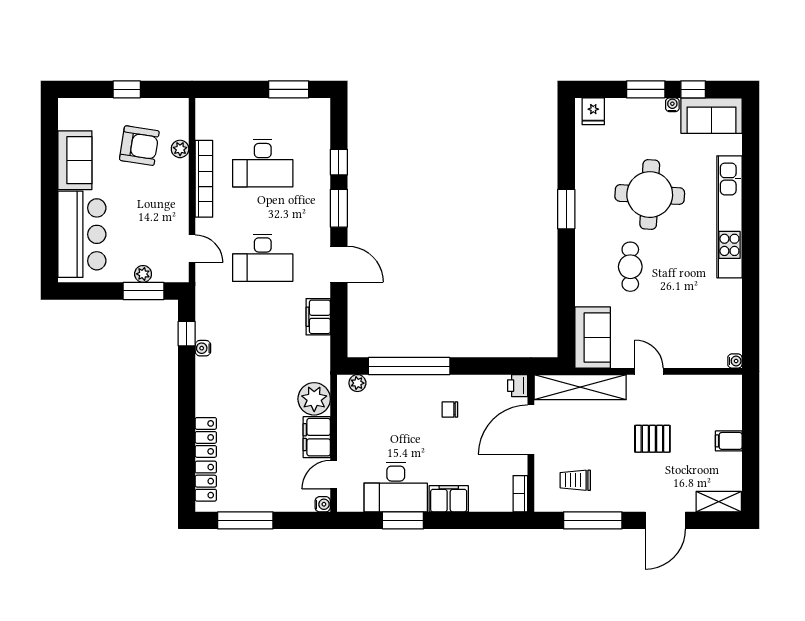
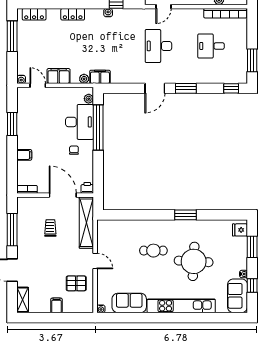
window: (646, 89) -> (252, 247), moved
window: (339, 162) -> (231, 88), moved
desk: (263, 163) -> (211, 46), width x0.73
bookcase: (204, 179) -> (225, 13), moved
filing cabinet: (318, 317) -> (100, 77), moved
sofa: (593, 337) -> (129, 303), moved, turned 180
door: (649, 371) -> (95, 261), hinge flipped
plant: (314, 399) -> (84, 79), width x0.53, depth x0.53
locker: (206, 437) -> (73, 14), moved
pallet: (652, 439) -> (76, 283), moved, turned 90
trolley: (575, 480) -> (50, 228), moved
desk: (396, 487) -> (80, 122), moved, turned 180
filing cabinet: (449, 499) -> (24, 155), width x0.50

